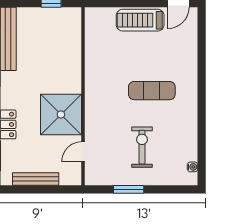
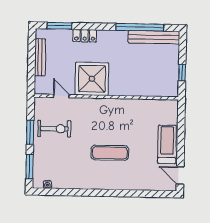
exercise mat: (152, 91) -> (110, 153), turned 90
exercise bike: (142, 147) -> (54, 129), moved
window: (171, 189) -> (30, 166), added

